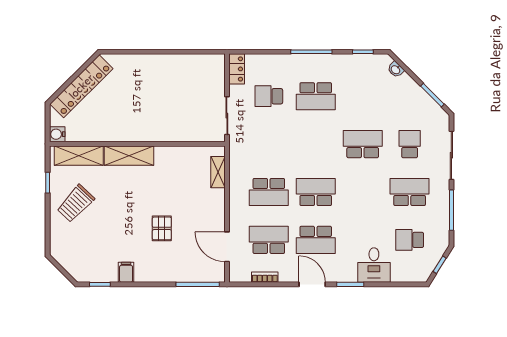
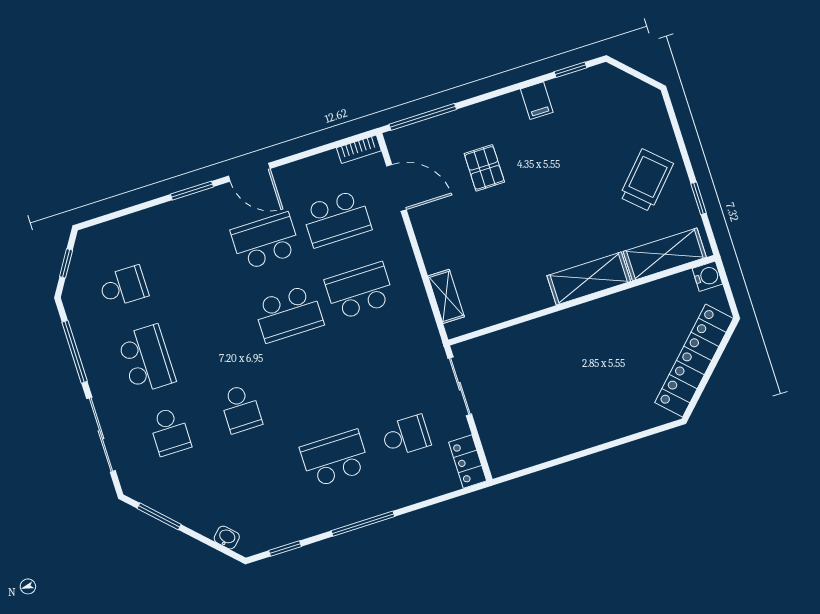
school desk: (363, 144) -> (241, 409), width x0.54
school desk: (410, 192) -> (147, 359), turned -90
pallet: (162, 228) -> (484, 168), moved
desk: (374, 265) -> (165, 231), removed
bookcase: (265, 277) -> (359, 149), moved

